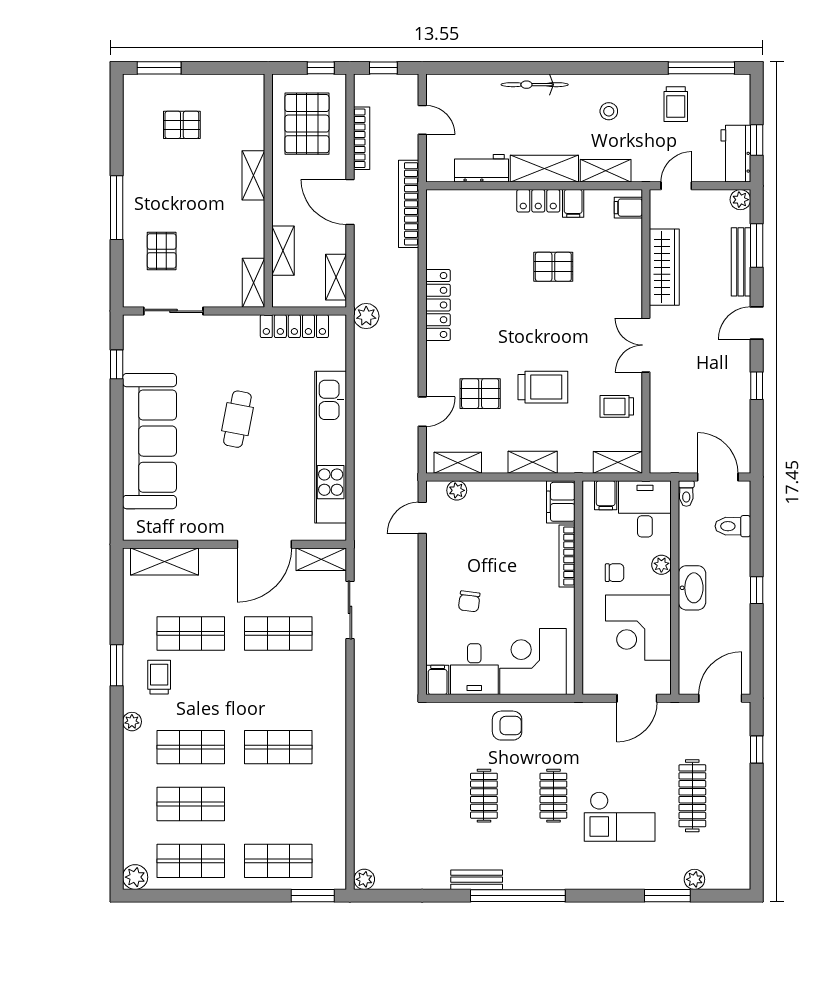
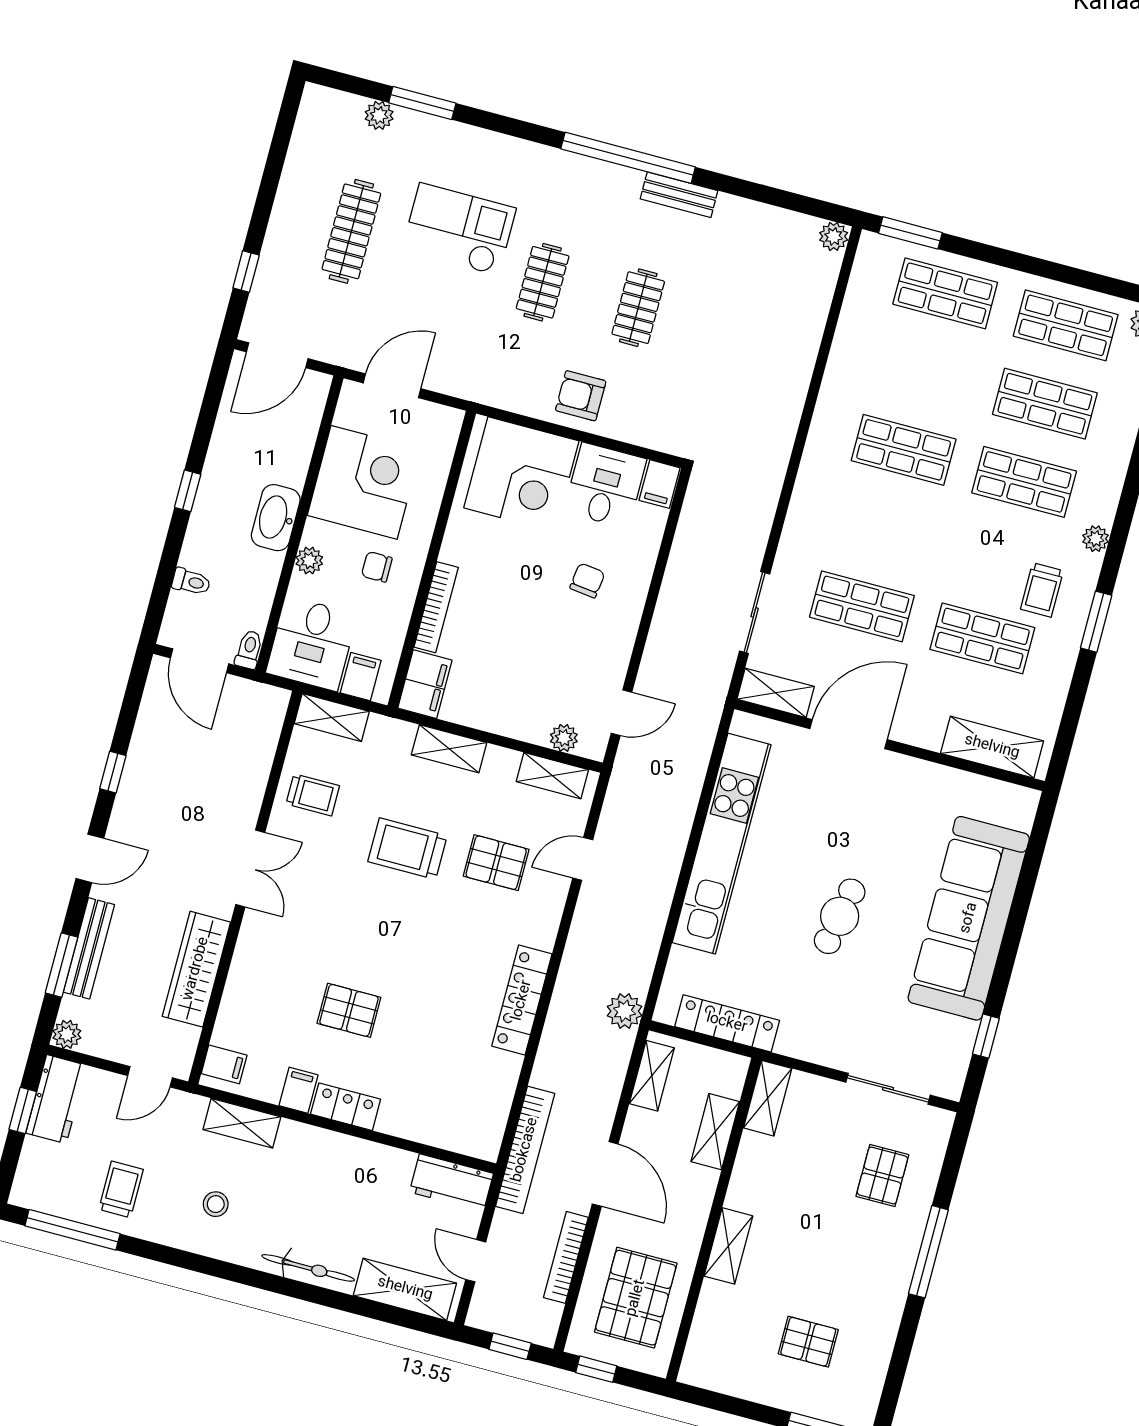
workbench: (482, 168) -> (451, 1183), moved
shelving: (544, 169) -> (405, 1289), moved
toilet: (733, 526) -> (191, 582), width x0.73, depth x0.72

